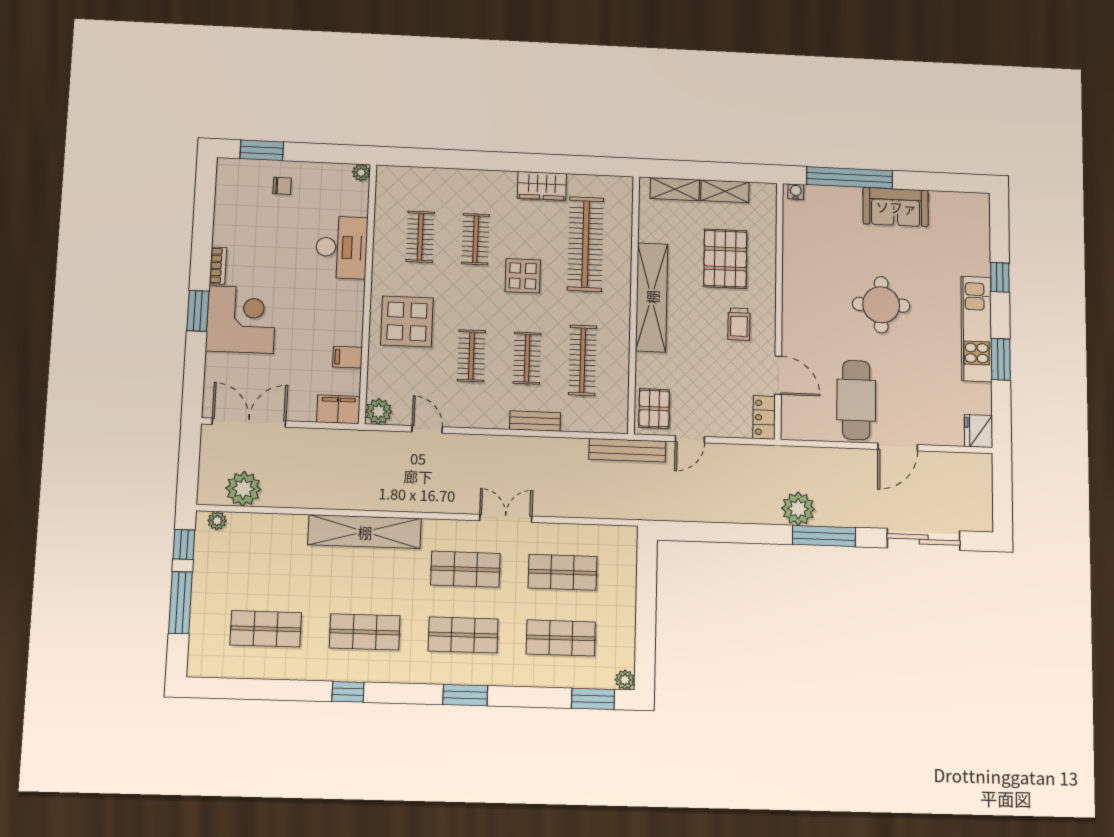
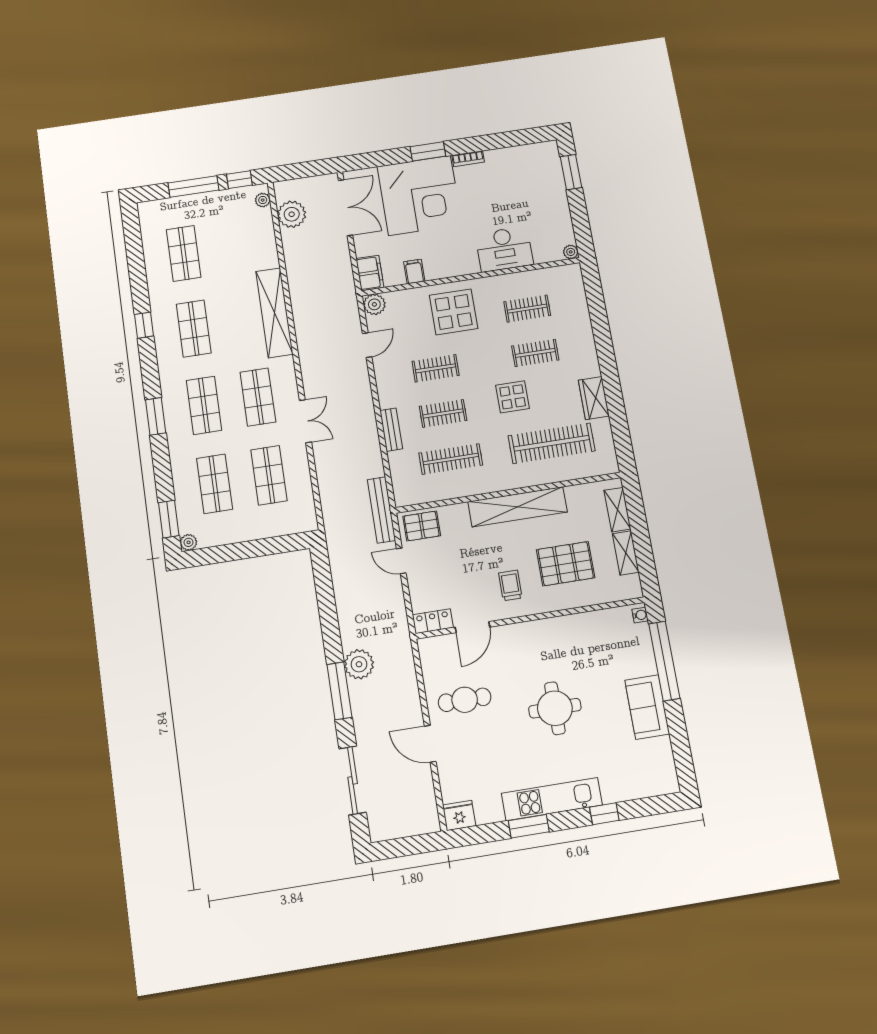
chair: (282, 186) -> (545, 193), removed
corner desk: (241, 320) -> (420, 195), width x1.36, depth x1.36
trolley: (739, 324) -> (510, 585), turned 90
cafe table: (856, 400) -> (465, 700), width x0.73, depth x0.74

